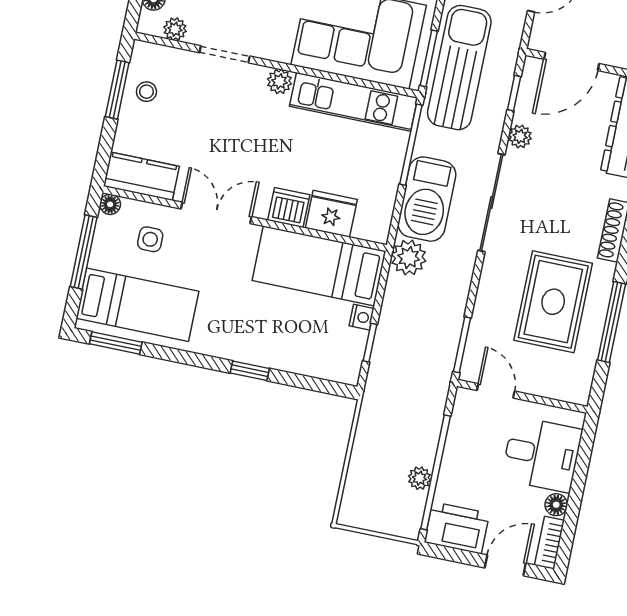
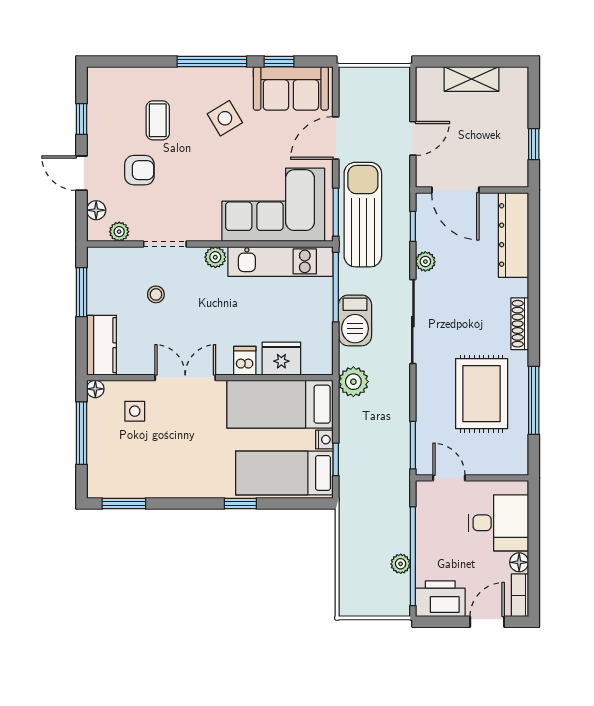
door: (572, 61) -> (455, 190), hinge flipped
stool: (146, 92) -> (156, 294), moved
kitchen counter: (141, 176) -> (102, 345), moved, turned 90
barbecue: (427, 199) -> (355, 320), width x0.73, depth x0.83
dishwasher: (289, 208) -> (245, 361), width x0.73
bed: (137, 305) -> (284, 473), moved, turned 180

